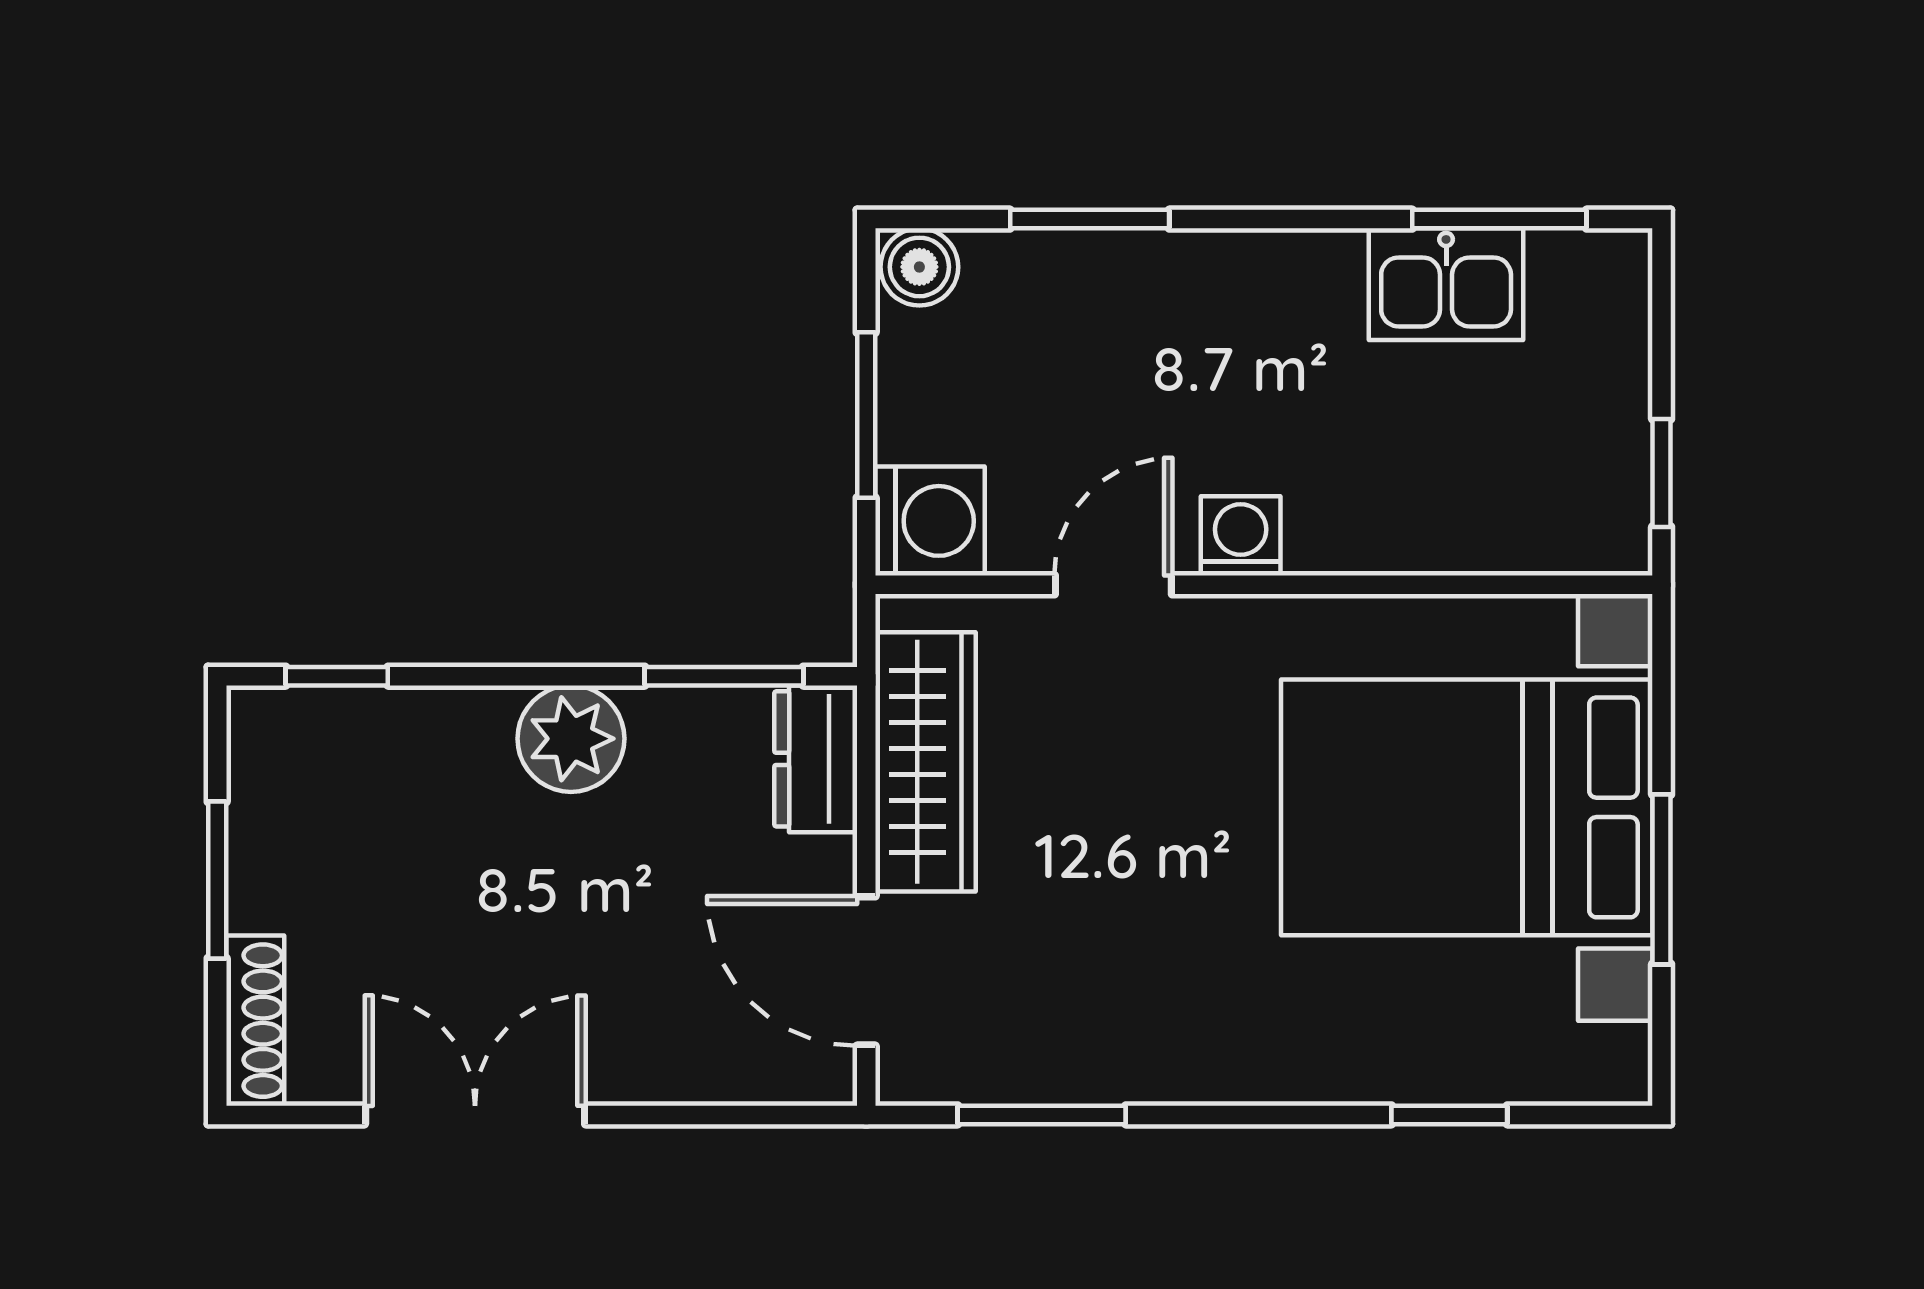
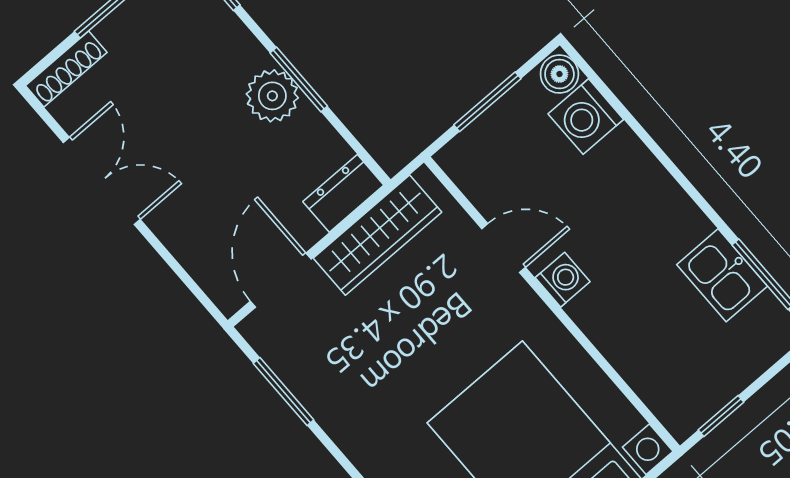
window: (1090, 219) -> (632, 122), removed
washing machine: (930, 521) -> (586, 117), moved, turned 90
window: (724, 676) -> (299, 79), moved

